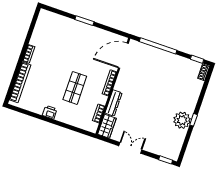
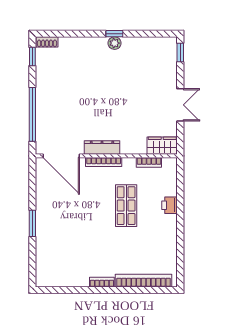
shop shelf: (75, 88) -> (126, 206), turned 90
dresser: (113, 103) -> (102, 147), moved
printer: (50, 112) -> (170, 205), moved
plant: (182, 120) -> (115, 43), width x0.53, depth x0.53
double door: (130, 148) -> (180, 105), swing flipped

